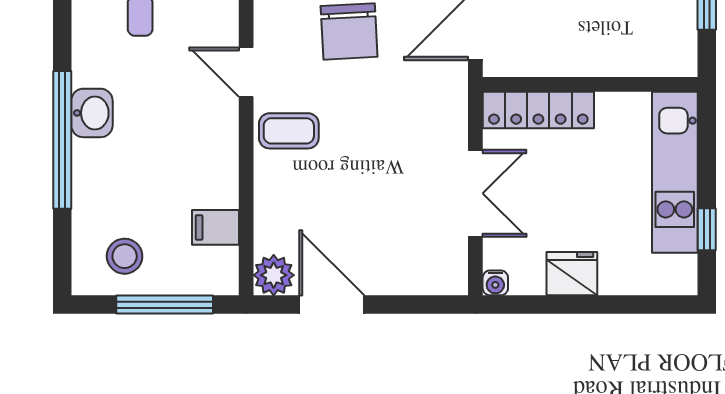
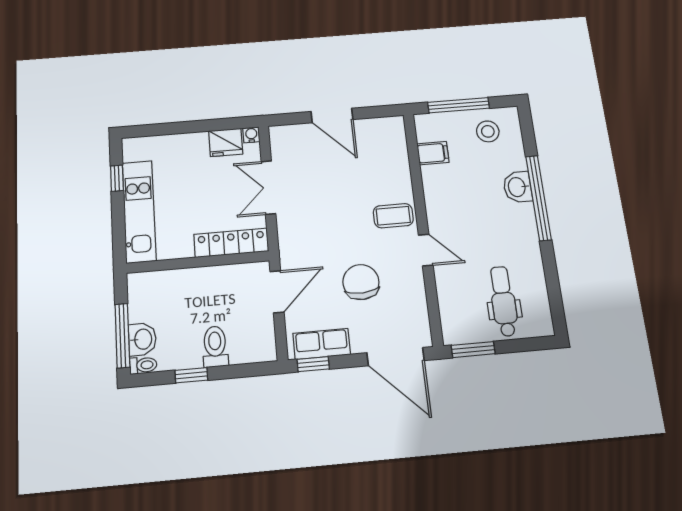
washbasin: (92, 113) -> (517, 187), moved
fridge: (572, 274) -> (226, 142), moved
plant: (274, 275) -> (392, 128), removed
door: (332, 305) -> (332, 115), moved

